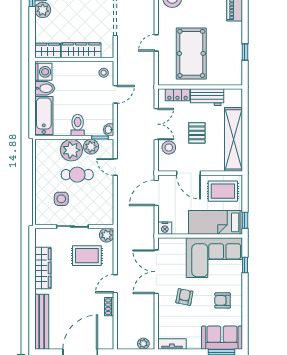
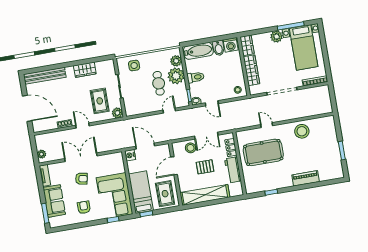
door: (115, 94) -> (212, 103), moved
plant: (91, 147) -> (176, 61), moved
door: (156, 193) -> (145, 146), moved
side table: (61, 199) -> (134, 66), moved
wardrobe: (43, 268) -> (85, 70), width x0.67
double door: (156, 272) -> (81, 157), moved
sofa: (222, 338) -> (54, 201), moved

